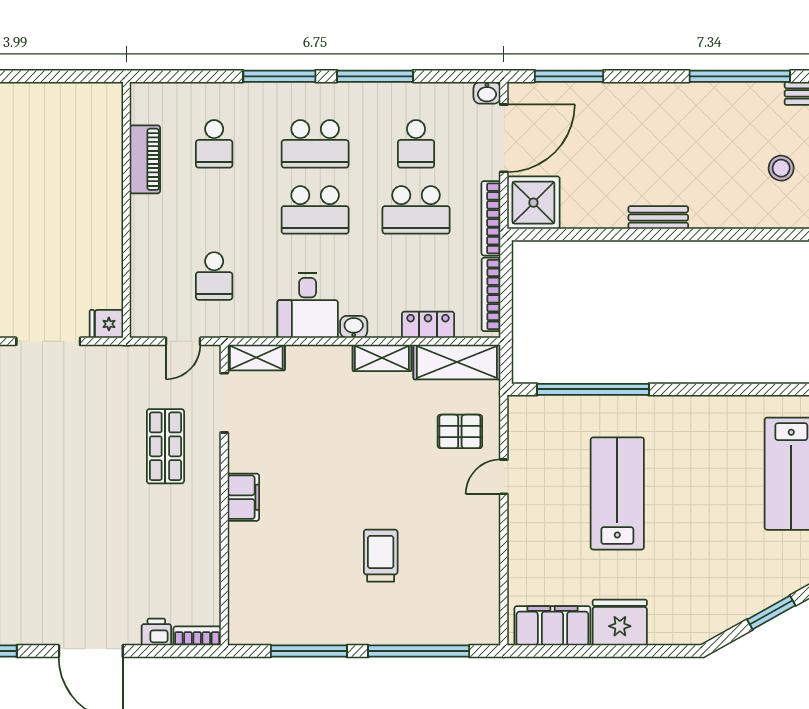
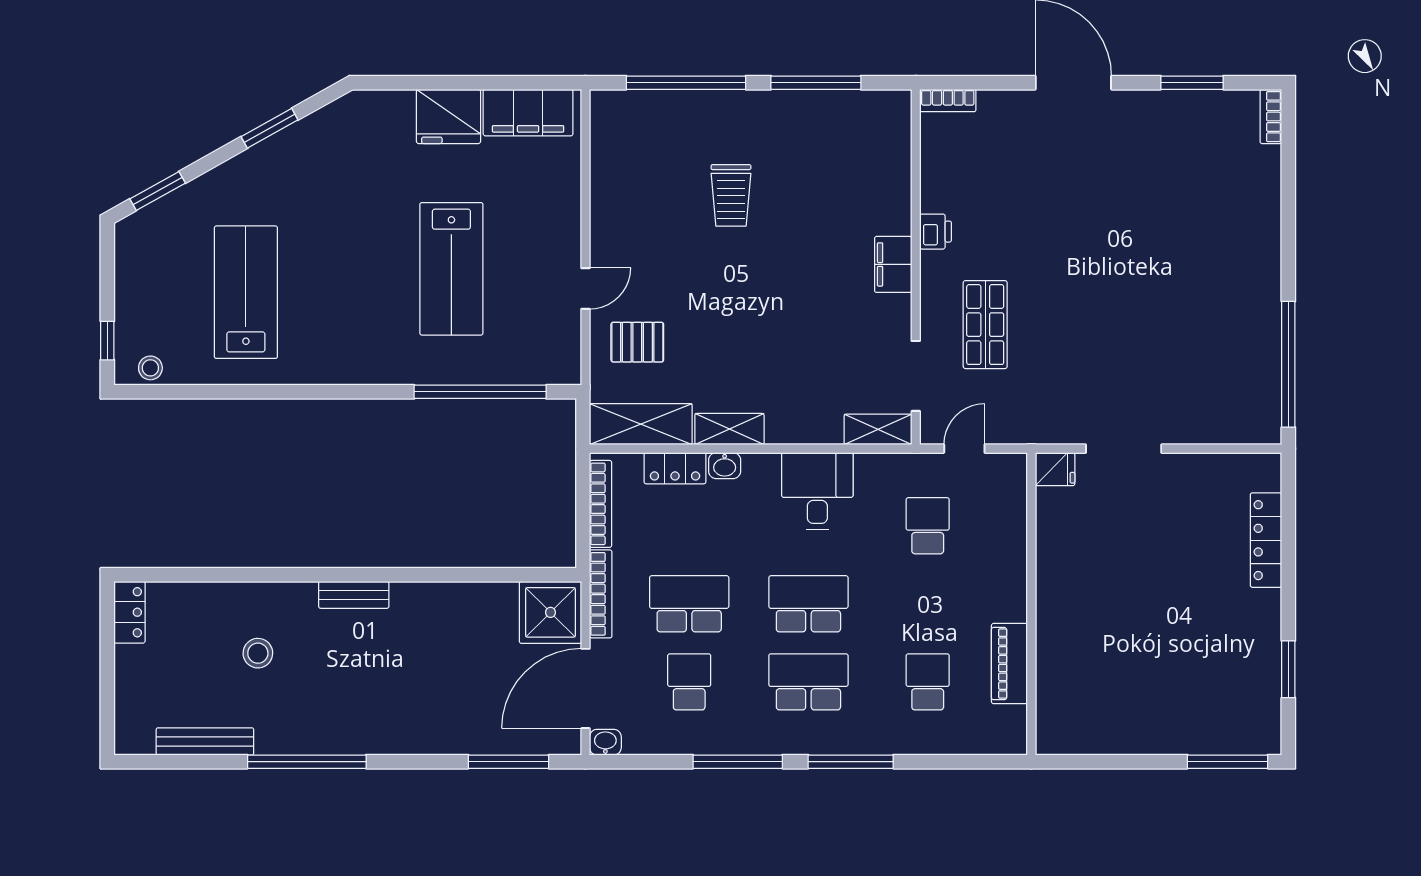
bench: (658, 218) -> (354, 595), moved
washbasin: (354, 327) -> (725, 466), moved
printer: (156, 632) -> (936, 232), moved, turned -90

